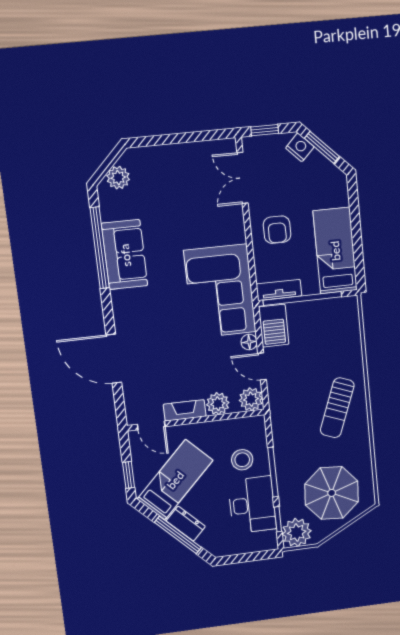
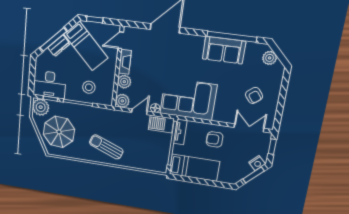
armchair: (186, 185) -> (254, 95), added
desk: (252, 505) -> (49, 85), moved

